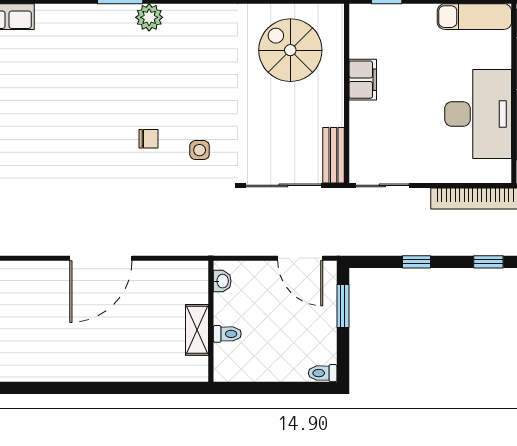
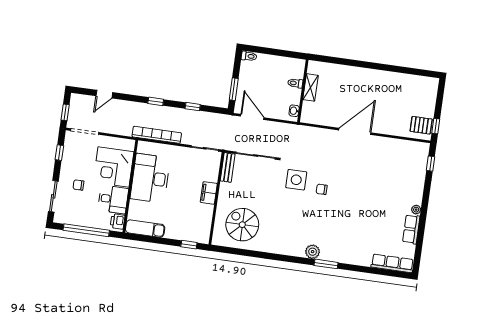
spiral stairs: (290, 50) -> (242, 225), turned 180
filing cabinet: (363, 80) -> (209, 193), moved
side table: (200, 150) -> (296, 180), width x1.87, depth x1.87

